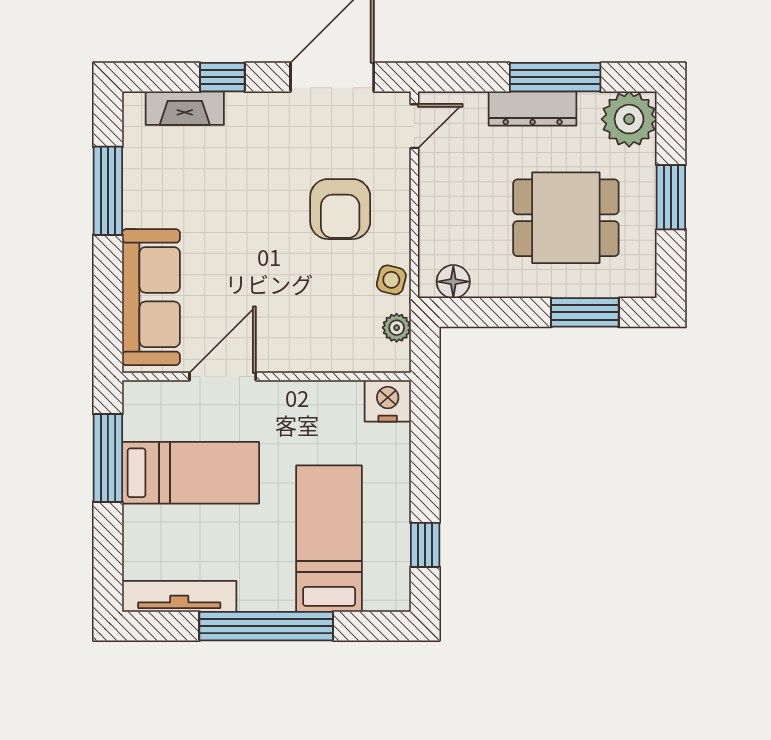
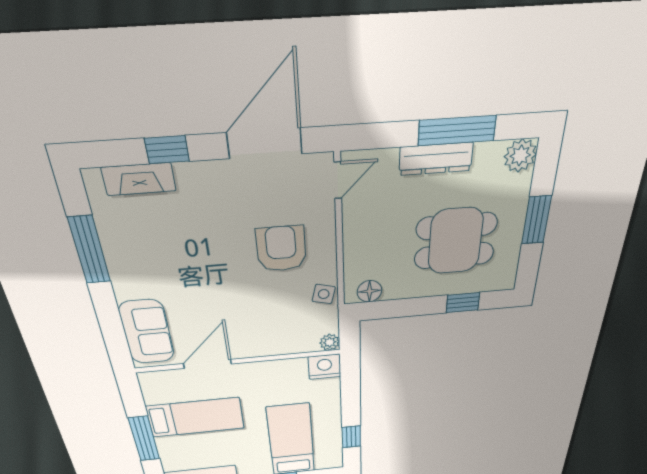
plant: (629, 119) -> (520, 156), width x0.73, depth x0.73
armchair: (340, 209) -> (281, 249), turned 180
sofa: (151, 297) -> (147, 332), width x0.73
window: (585, 312) -> (463, 303), width x0.67
plant: (397, 328) -> (330, 342), moved
window: (108, 458) -> (144, 439), moved

